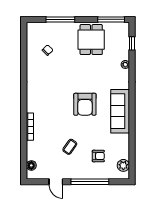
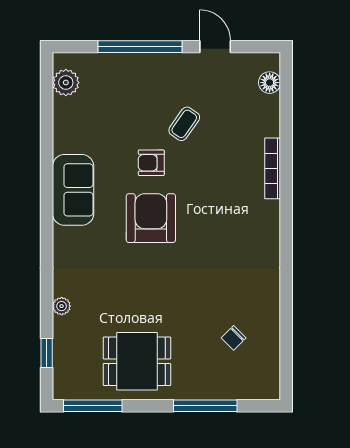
dining table: (91, 40) -> (137, 361), turned 90
sofa: (120, 111) -> (73, 190), width x0.73
armchair: (98, 156) -> (151, 163), moved

